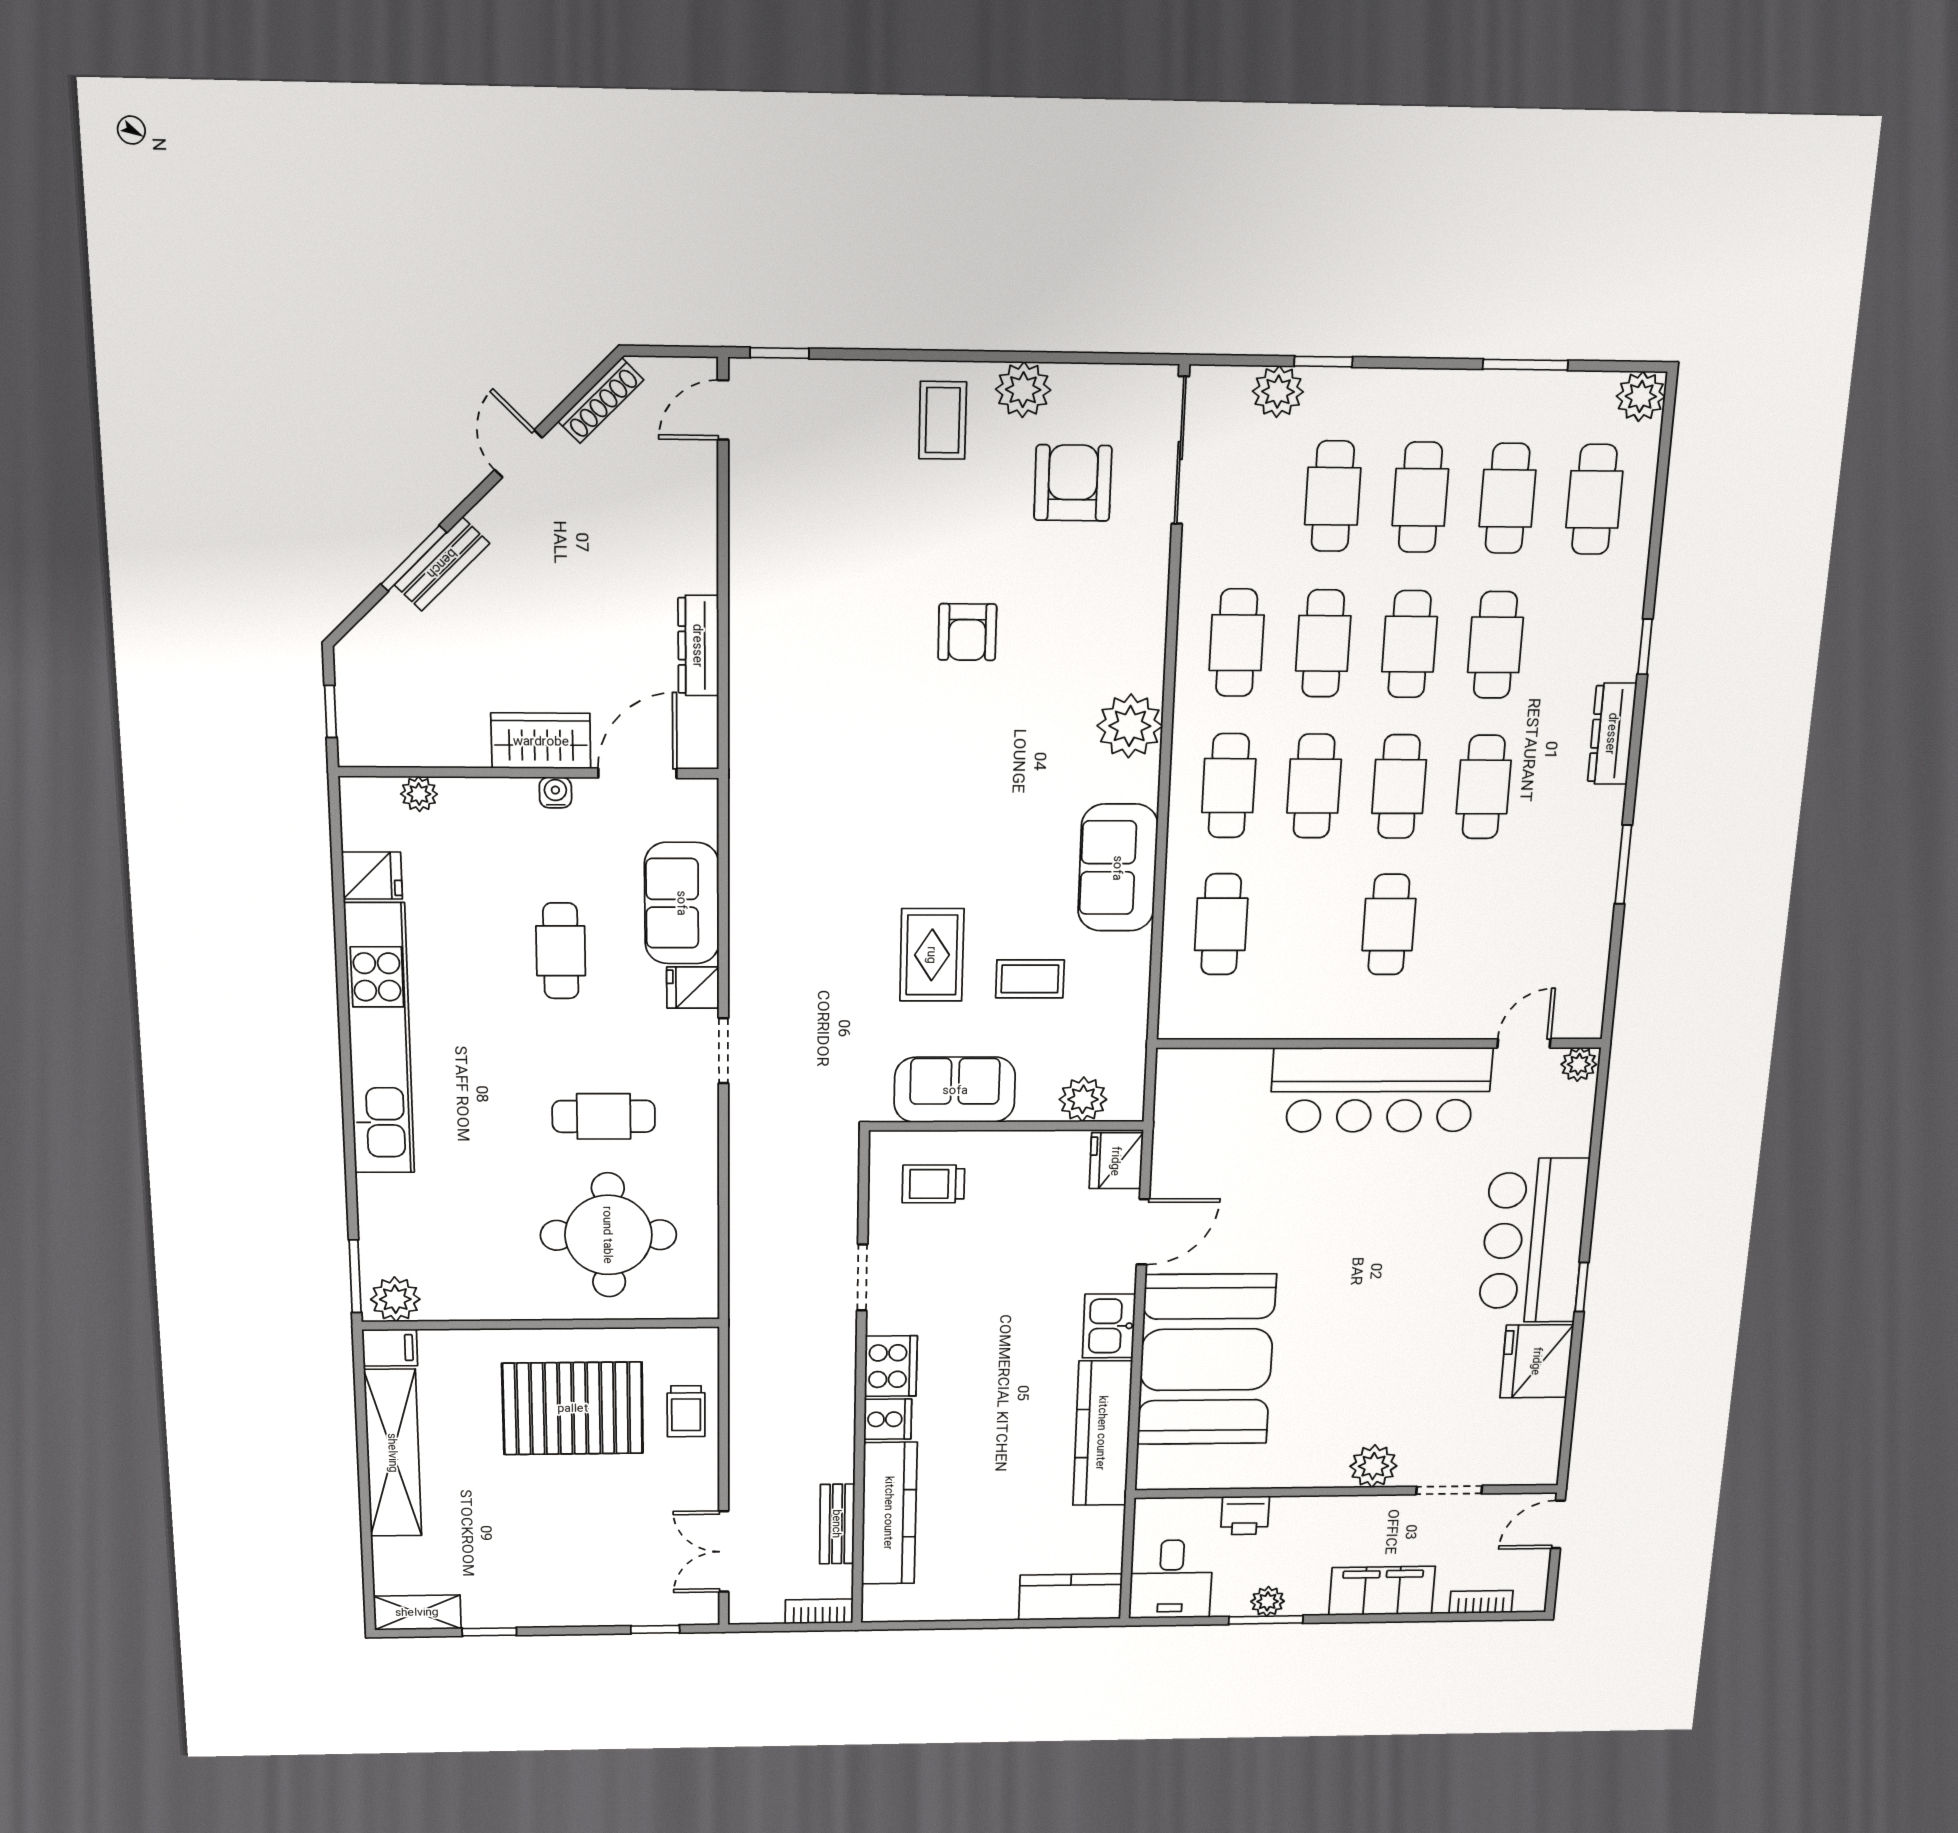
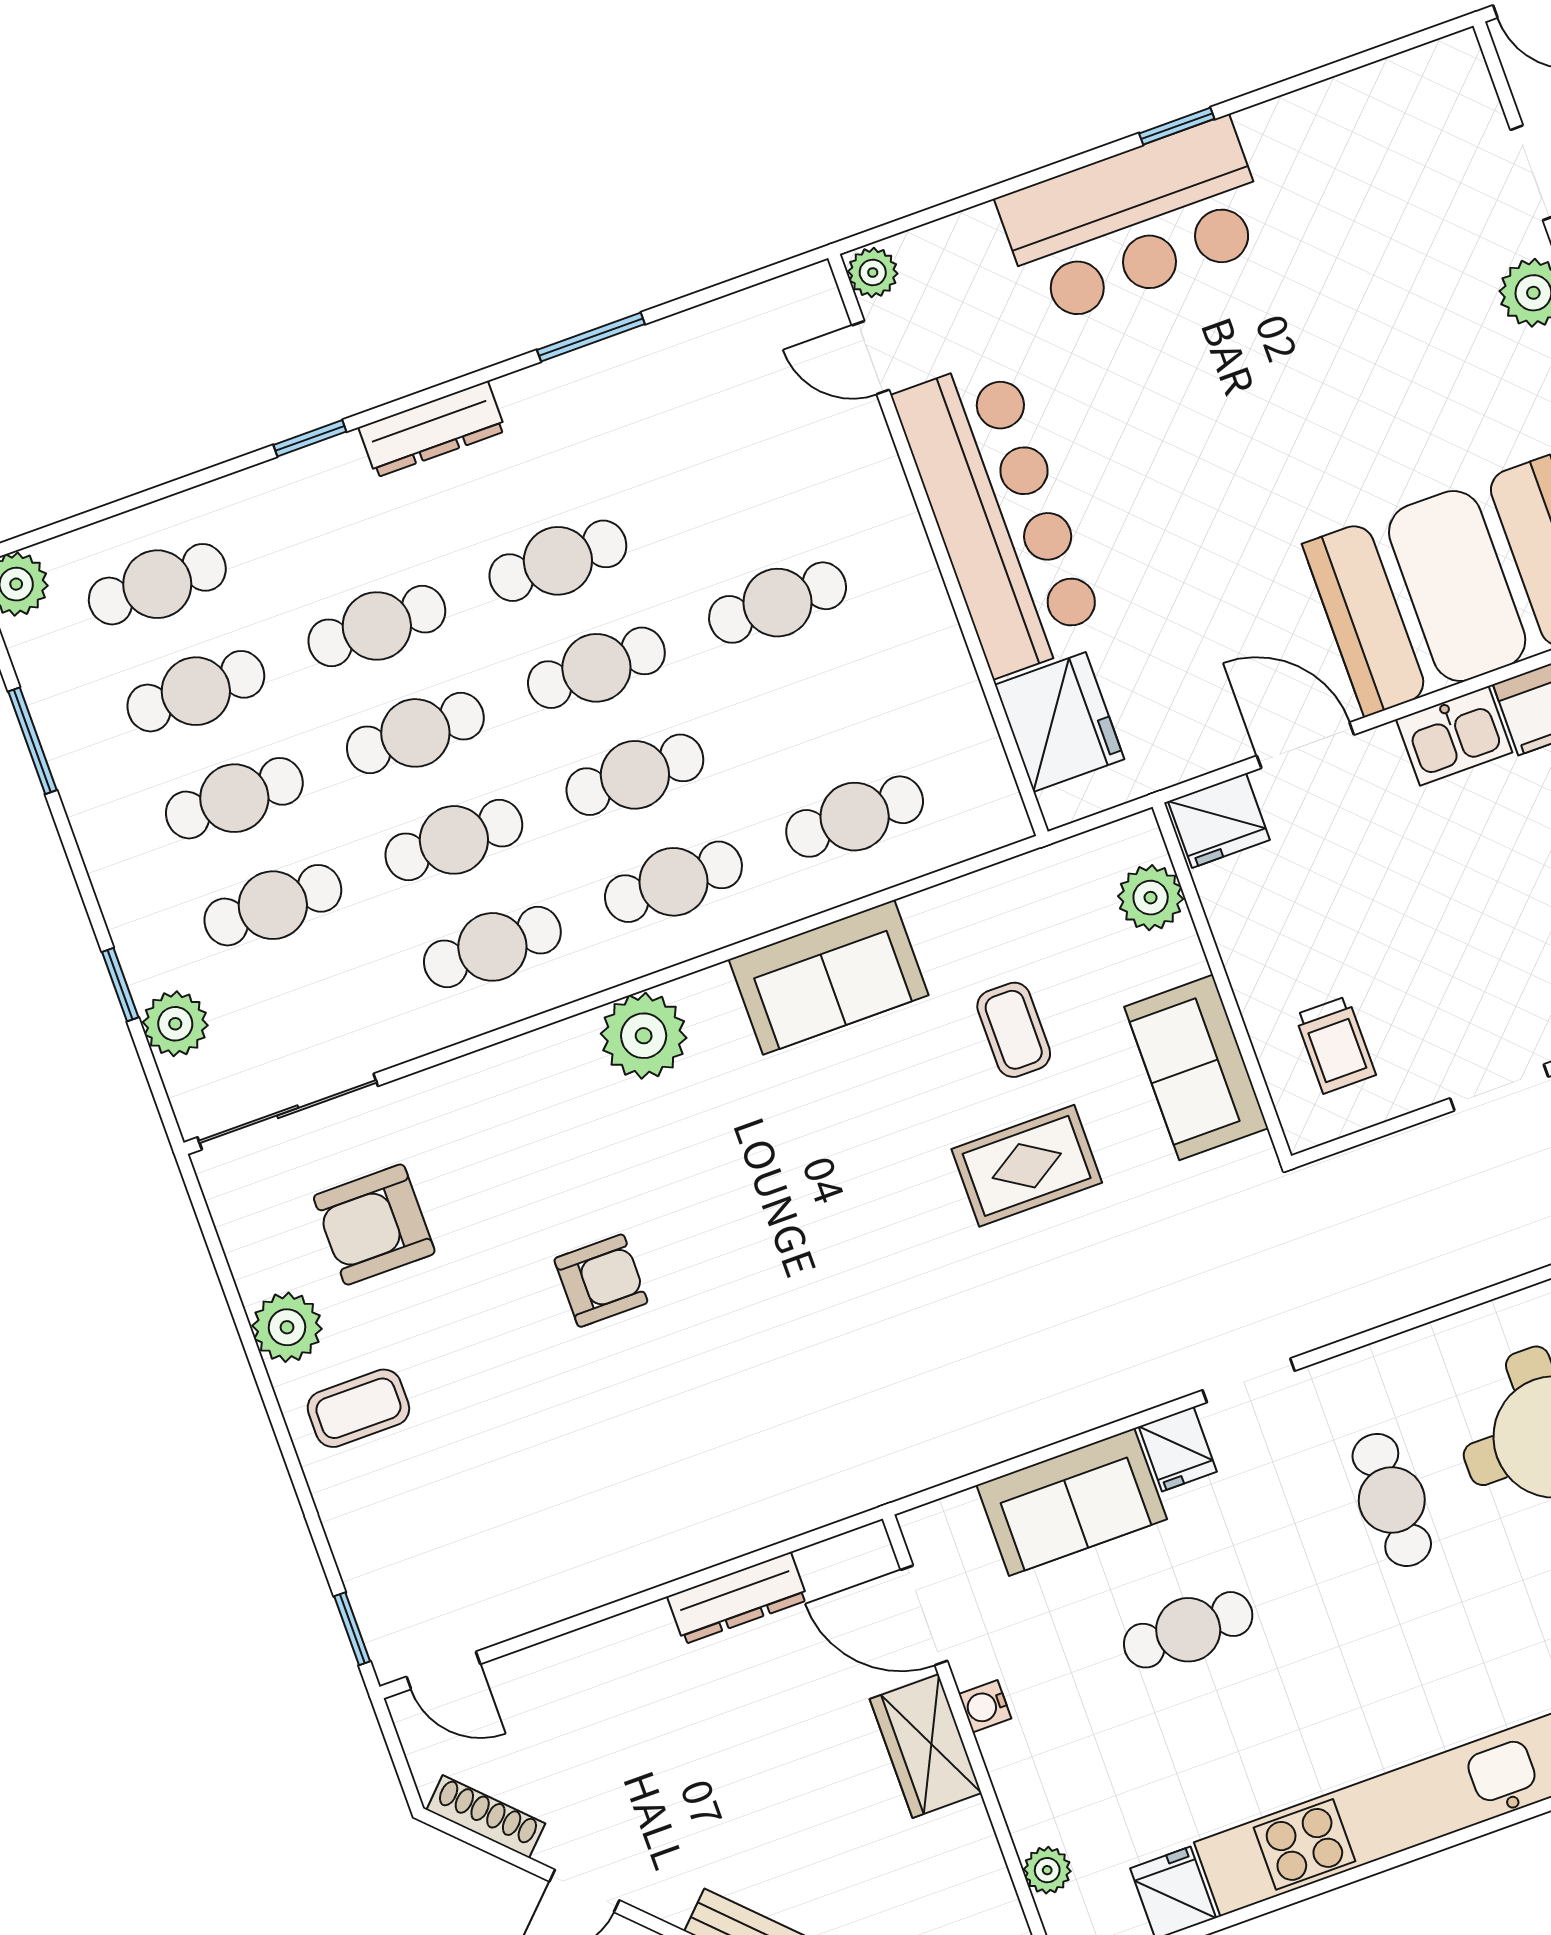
fridge: (1537, 1361) -> (1059, 722), moved, turned -90

